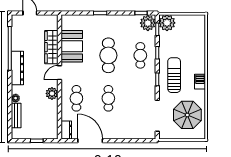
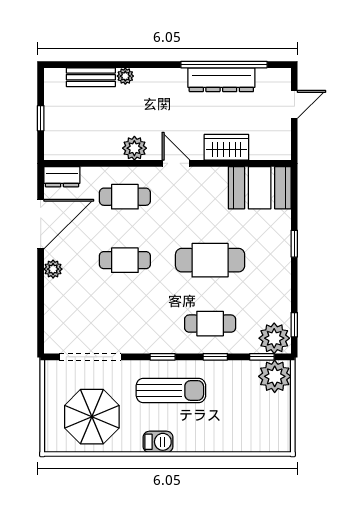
booth: (72, 46) -> (260, 188), moved
wardrobe: (51, 47) -> (226, 147), width x0.67
dresser: (17, 68) -> (221, 80), moved
plant: (113, 135) -> (53, 269), added

